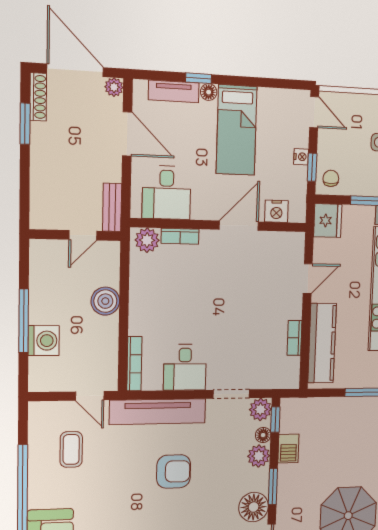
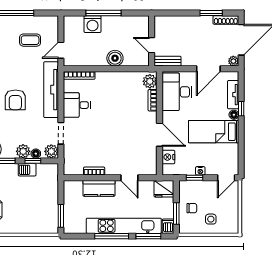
chair: (331, 178) -> (192, 208), moved
desk: (167, 193) -> (177, 92), width x1.37
kitchen counter: (322, 343) -> (99, 188), width x0.67
window: (275, 420) -> (33, 161), moved

